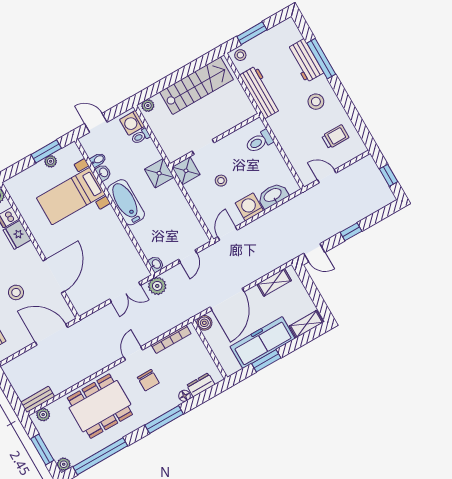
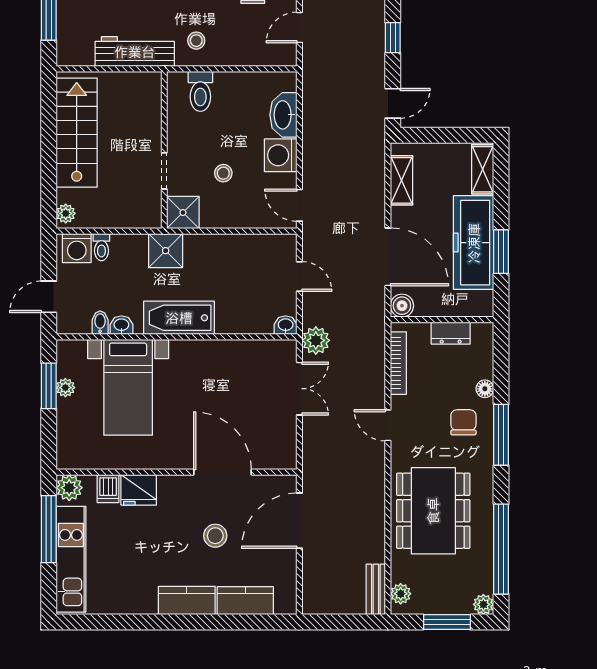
stool: (240, 55) -> (196, 41), moved
chair: (148, 380) -> (463, 422), moved, turned -90
dresser: (201, 385) -> (451, 333), moved, turned -90

